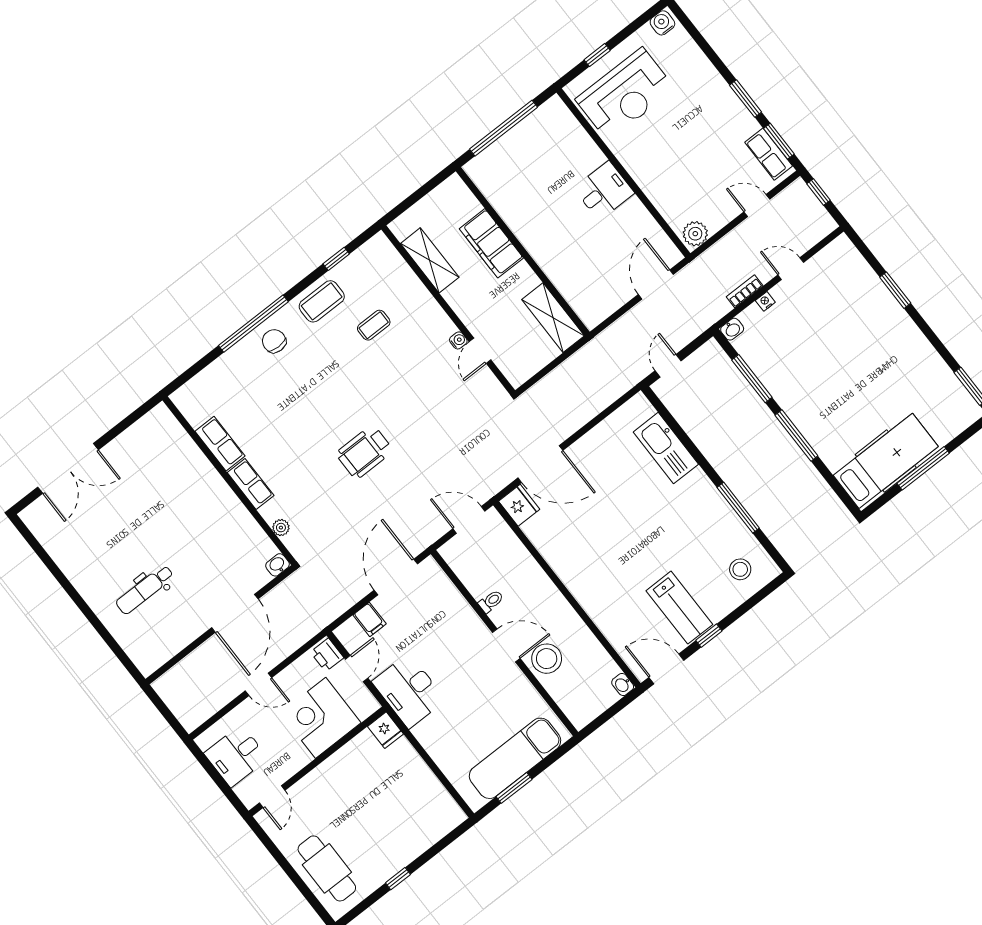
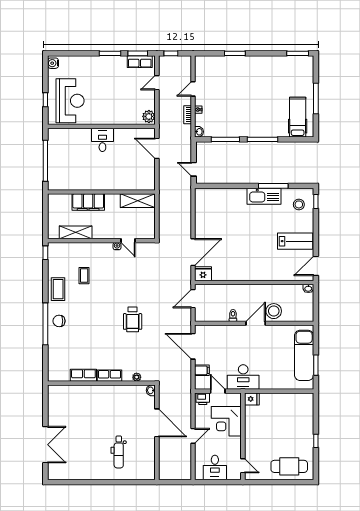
window: (336, 259) -> (45, 253), moved
kitchen sink: (666, 448) -> (264, 196), moved
hospital bed: (886, 461) -> (298, 117), width x0.73, depth x0.78
window: (709, 636) -> (316, 202), moved

